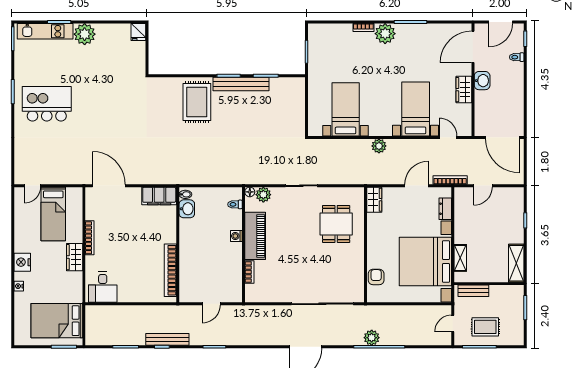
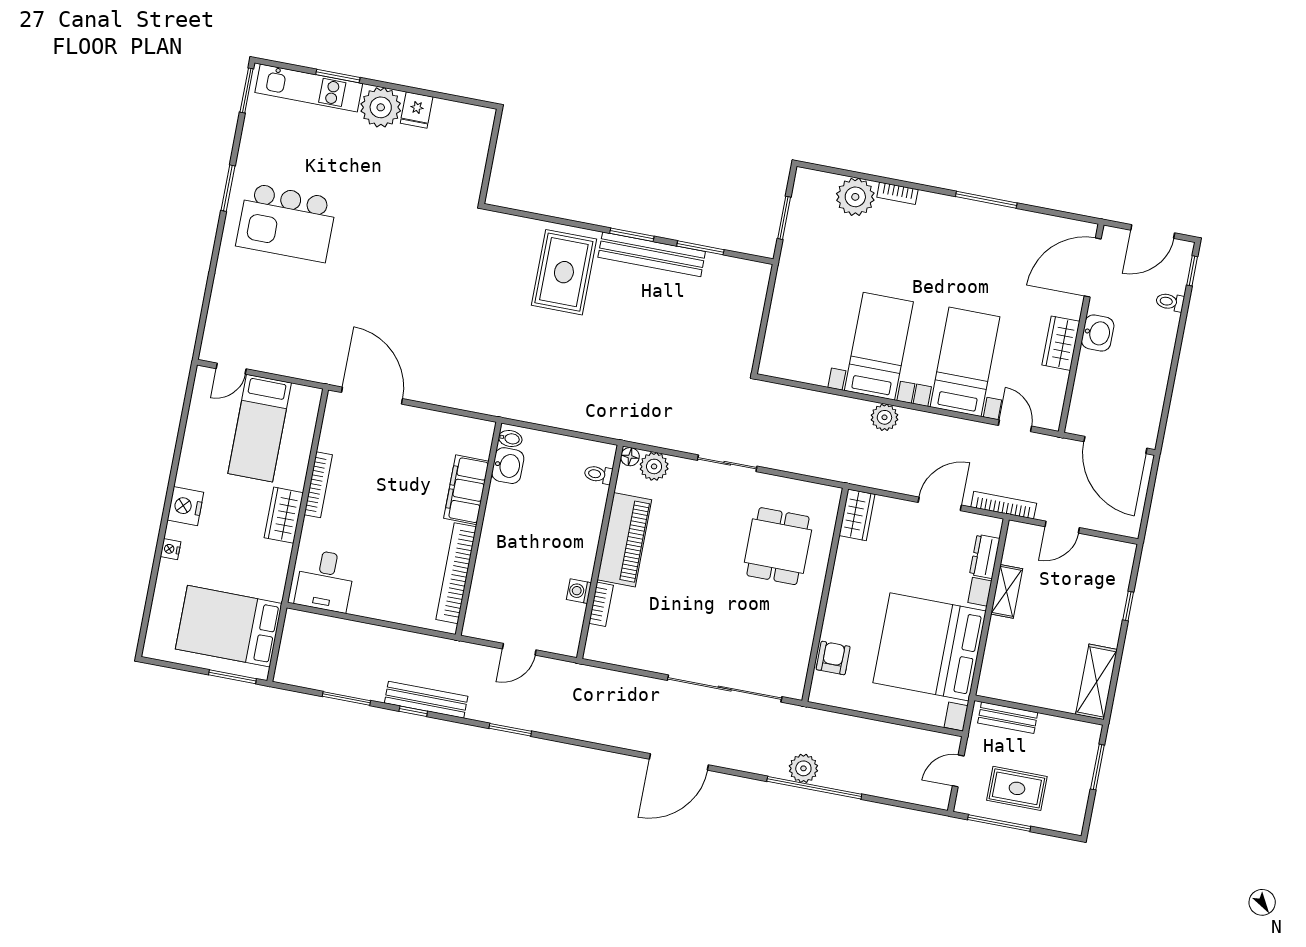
fridge: (138, 32) -> (417, 110), moved
plant: (385, 34) -> (855, 197), moved
kitchen island: (47, 104) -> (286, 223), turned 180
bed with nightstands: (346, 109) -> (879, 346), moved
filing cabinet: (159, 196) -> (466, 490), moved, turned 90
washing machine: (236, 236) -> (579, 591), moved
shelving: (460, 258) -> (1007, 591), moved

